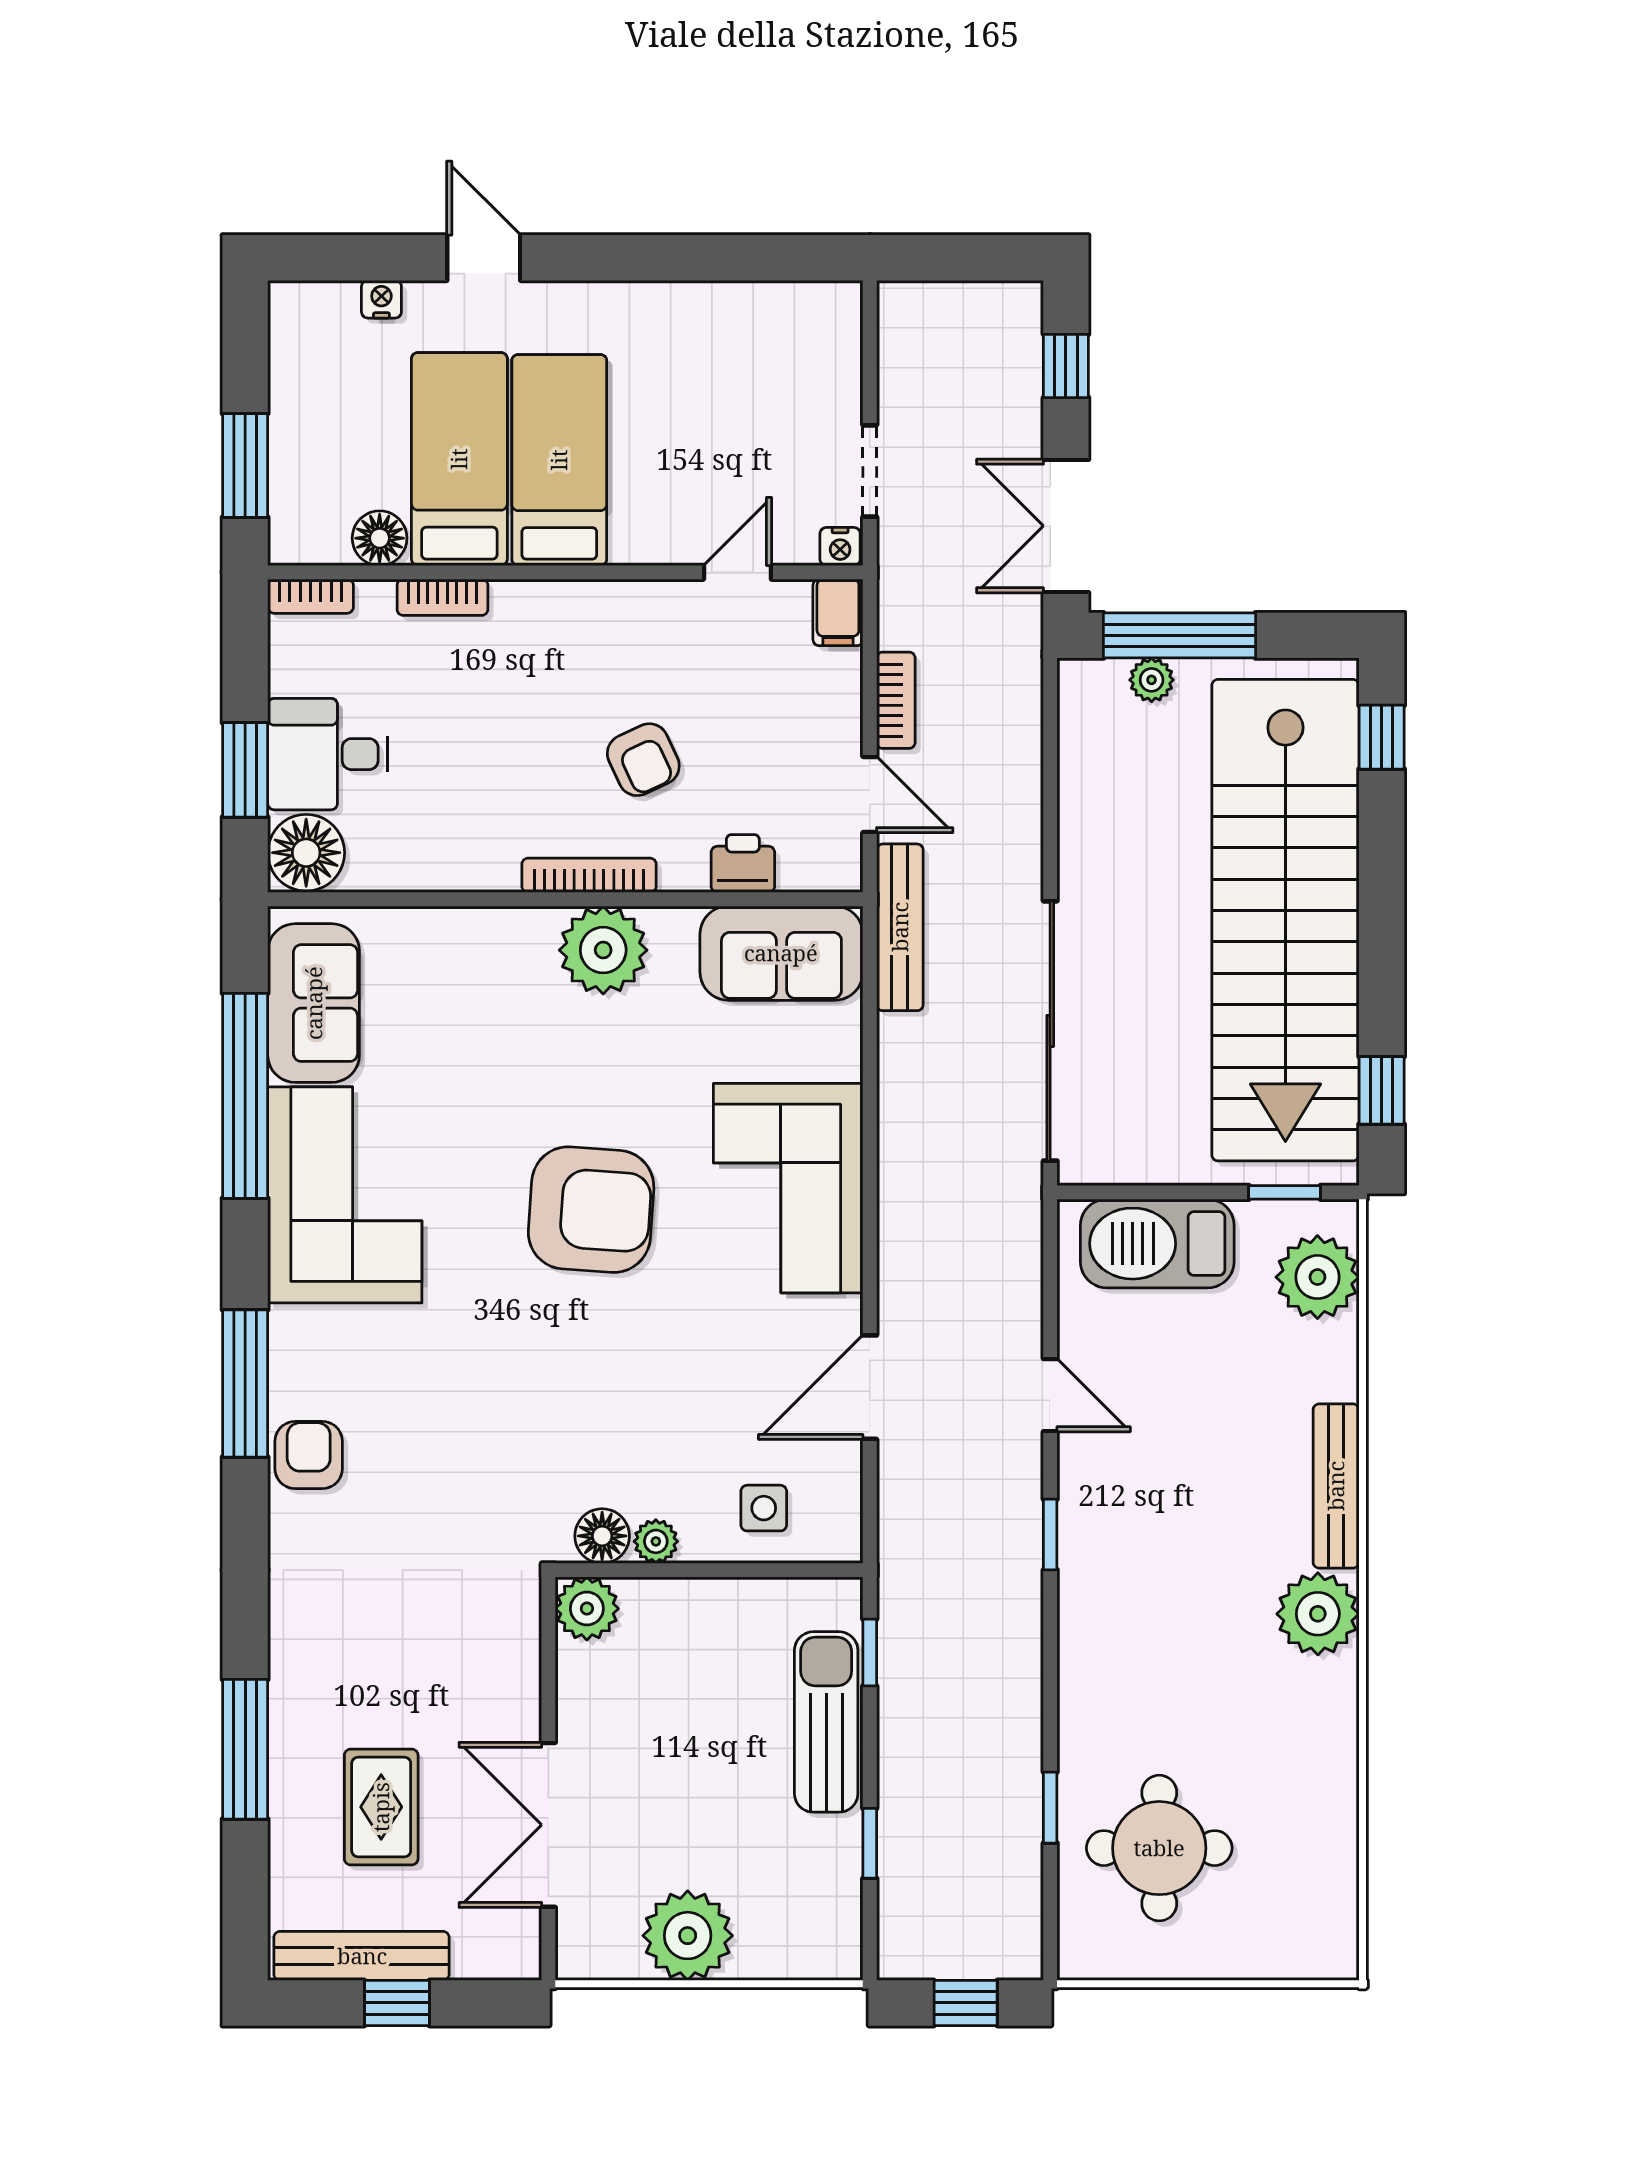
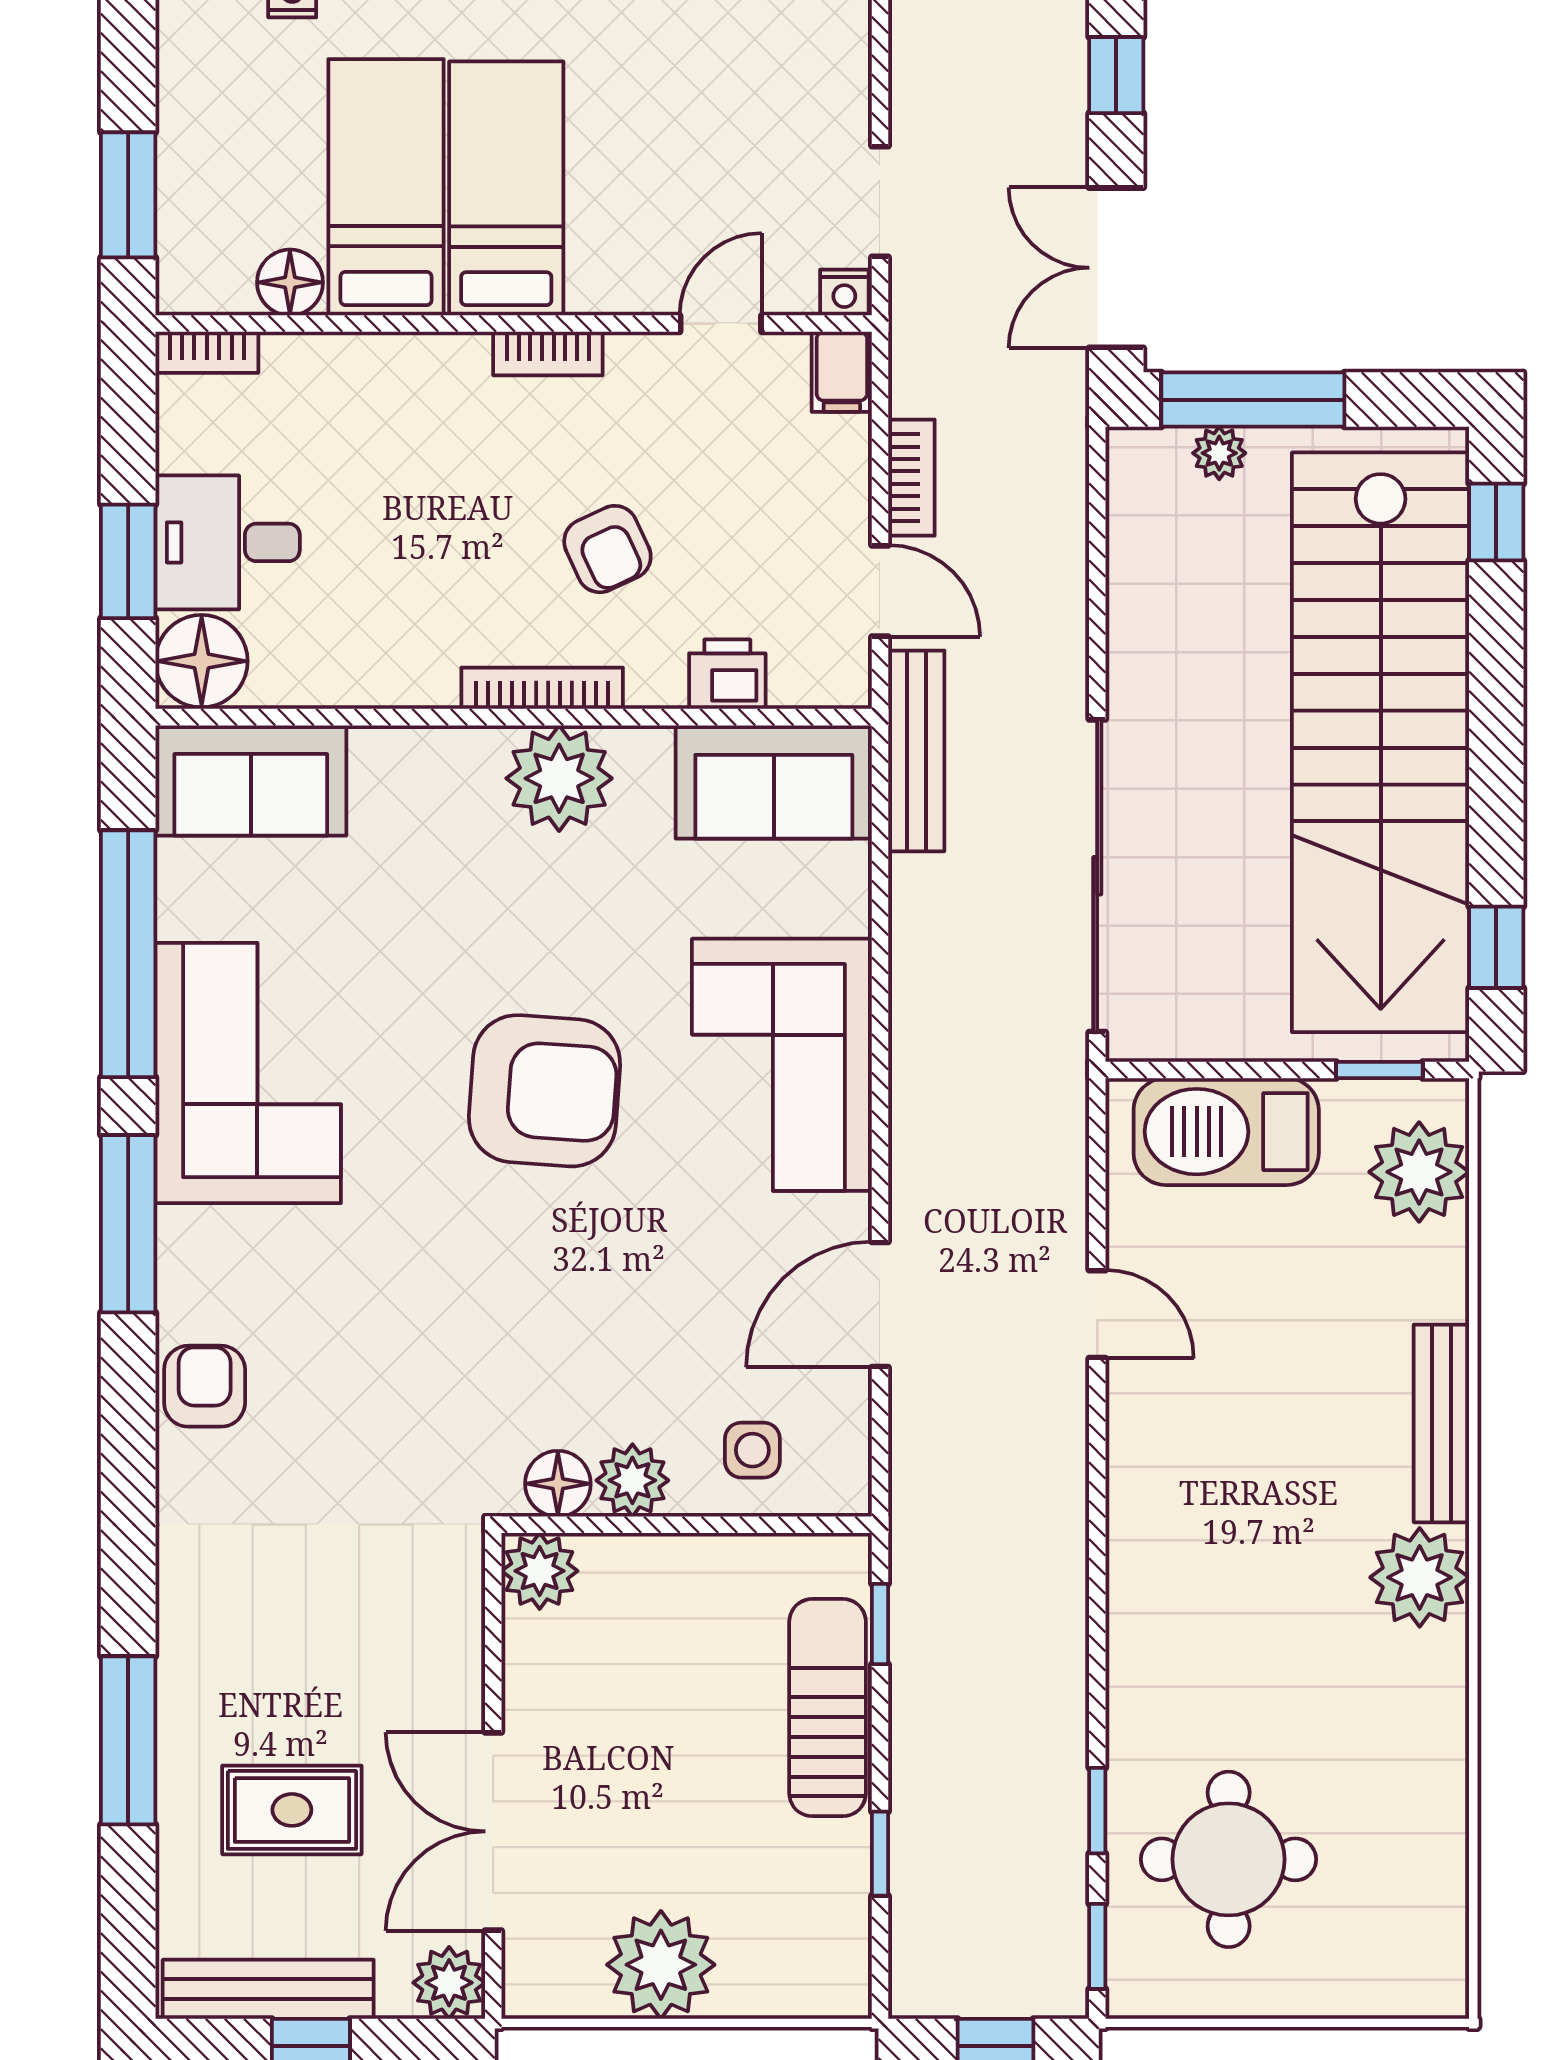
bookcase: (442, 597) -> (548, 354), moved
sofa: (314, 1003) -> (251, 780), moved, turned 90
window: (245, 1383) -> (128, 1224), moved
window: (1050, 1534) -> (1097, 1946), moved
plant: (656, 1541) -> (632, 1480), width x1.38, depth x1.38
rug: (381, 1807) -> (292, 1810), turned 90
plant: (512, 1950) -> (449, 1983), added

